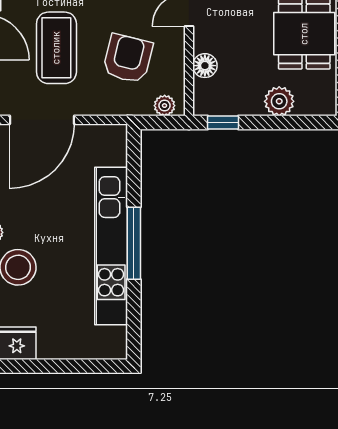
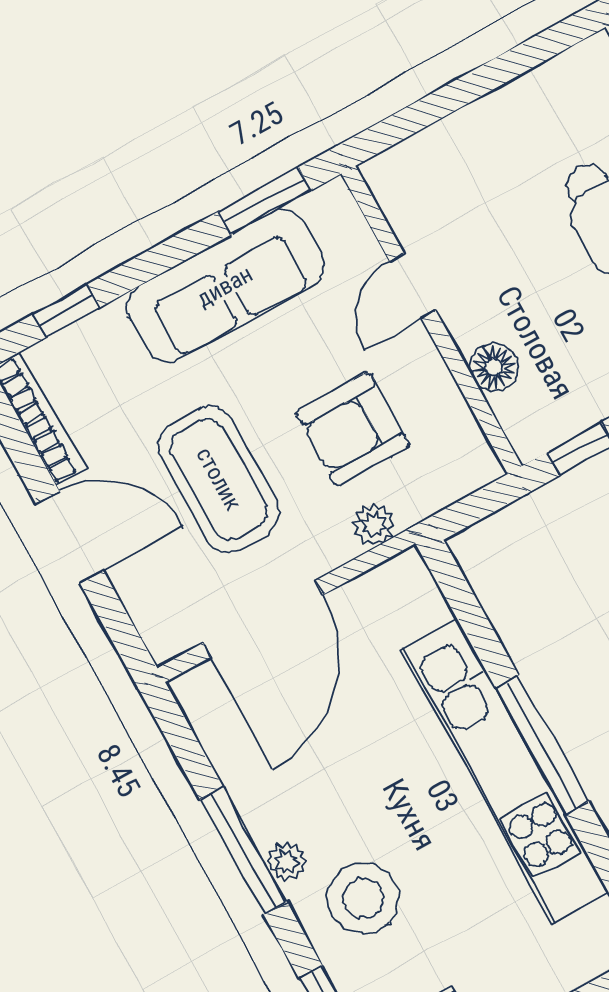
armchair: (128, 59) -> (353, 429), turned -104
plant: (165, 106) -> (374, 525), moved

